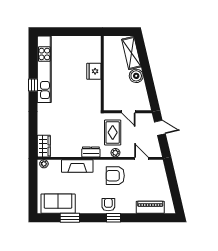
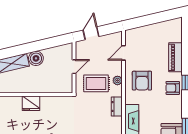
piano: (150, 207) -> (175, 57), moved

